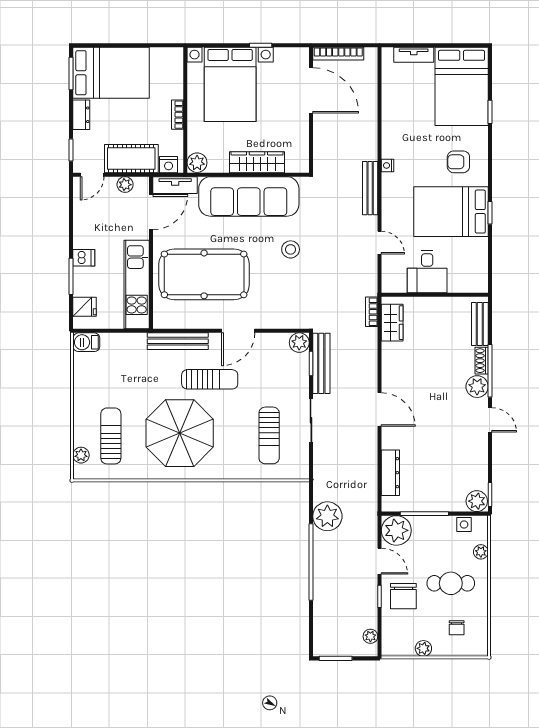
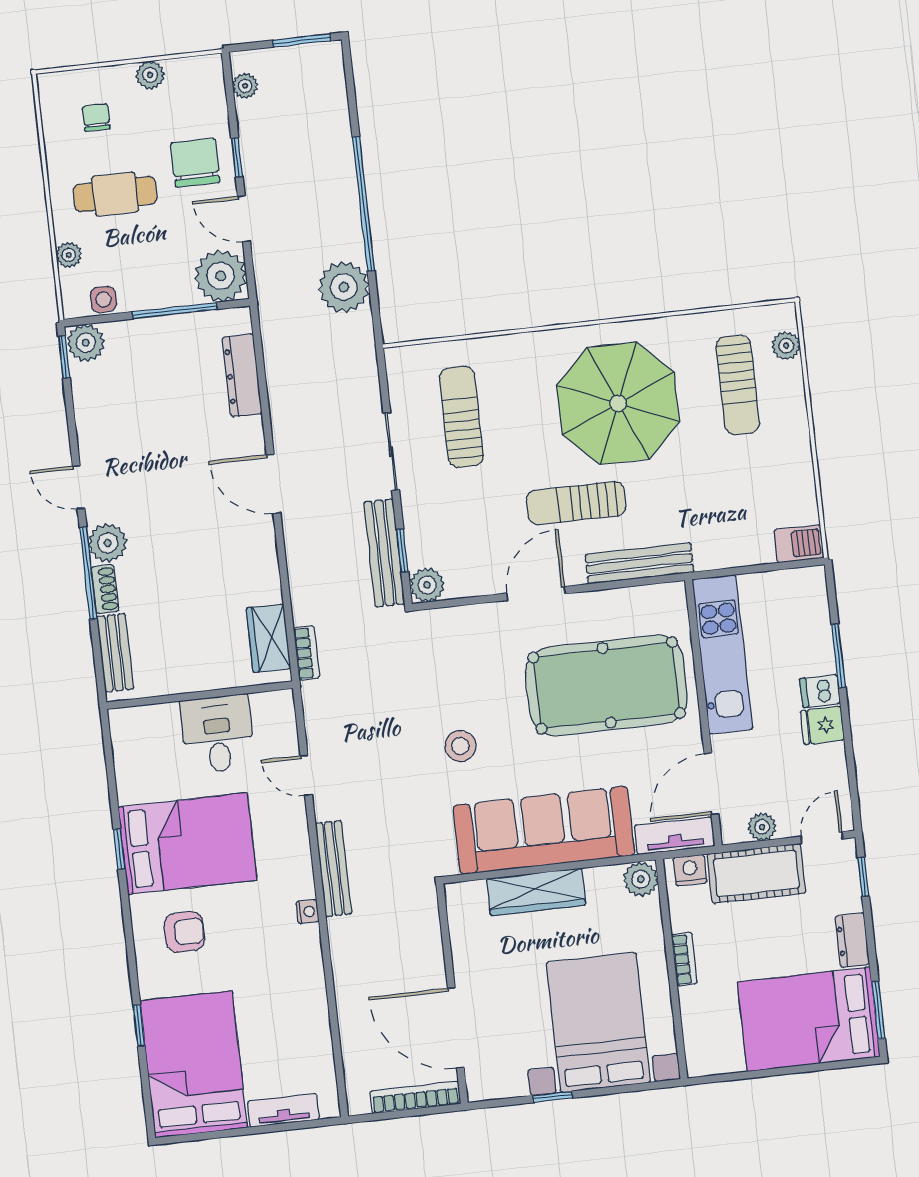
fridge: (85, 307) -> (822, 725), moved

